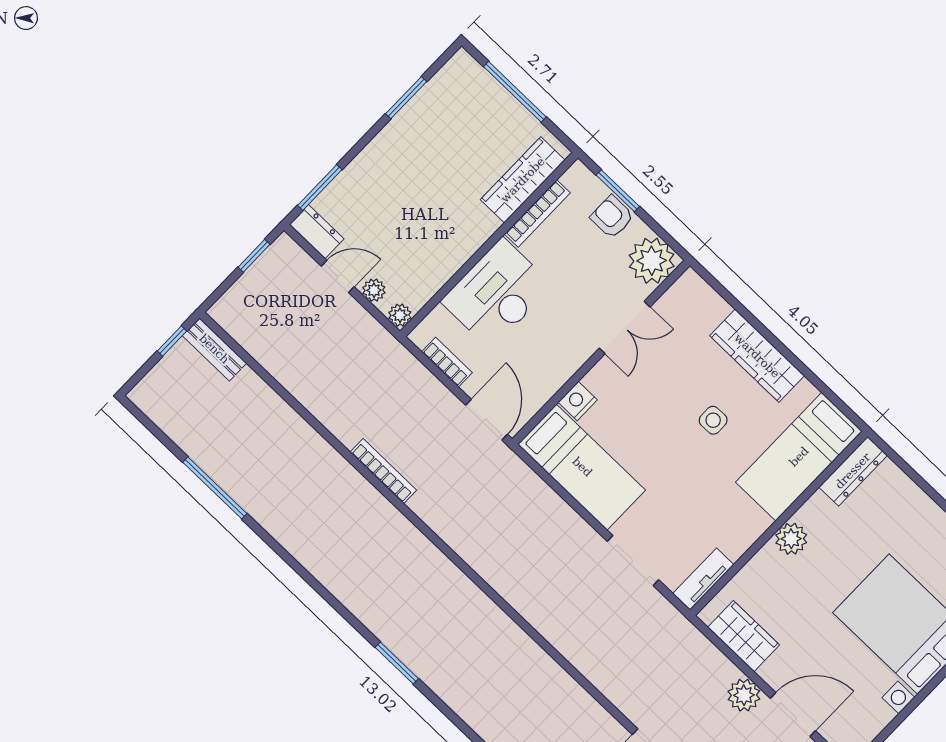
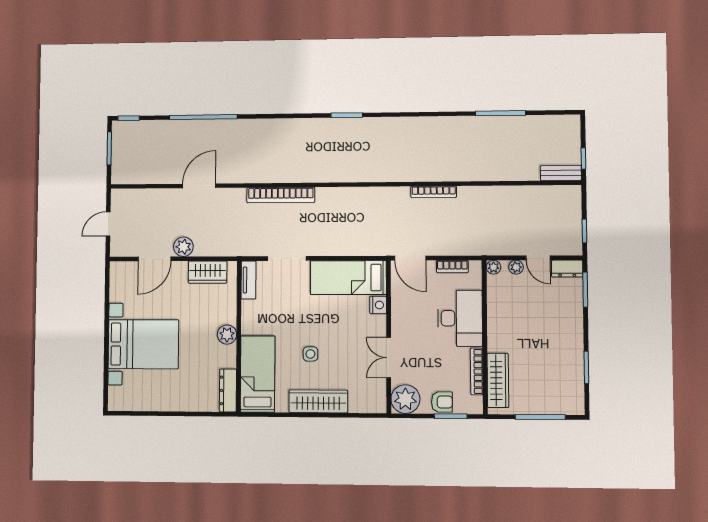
door: (338, 276) -> (538, 258), hinge flipped
bookcase: (567, 644) -> (281, 195), added

